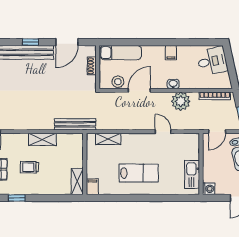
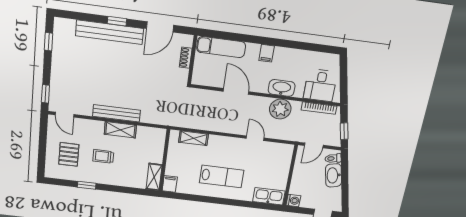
filing cabinet: (171, 53) -> (267, 53), moved
desk: (212, 61) -> (320, 85), moved, turned 102
stool: (118, 82) -> (213, 79), removed
washbasin: (173, 84) -> (282, 88), width x1.91, depth x1.45
door: (139, 90) -> (236, 91), hinge flipped
bench: (75, 124) -> (116, 113), moved
kitchen sink: (192, 174) -> (269, 196), moved, turned 90

